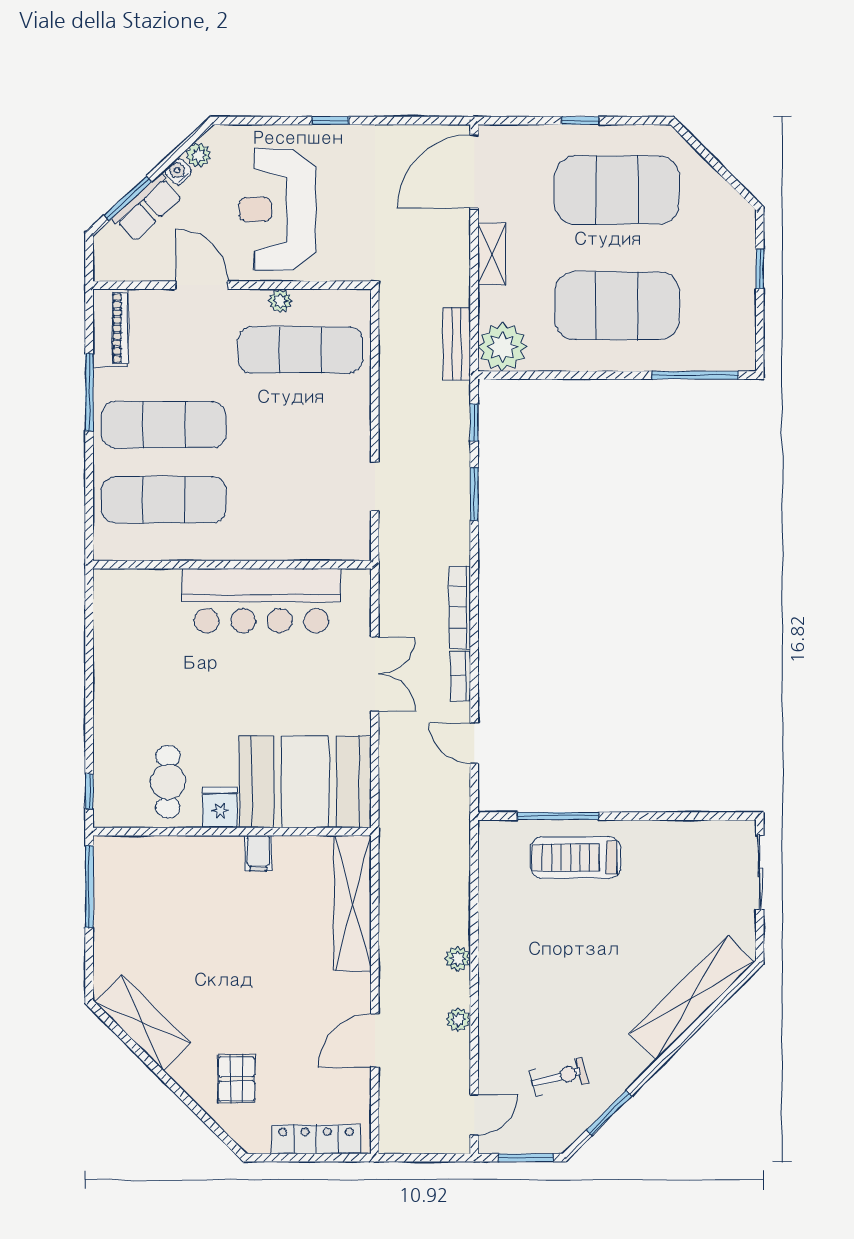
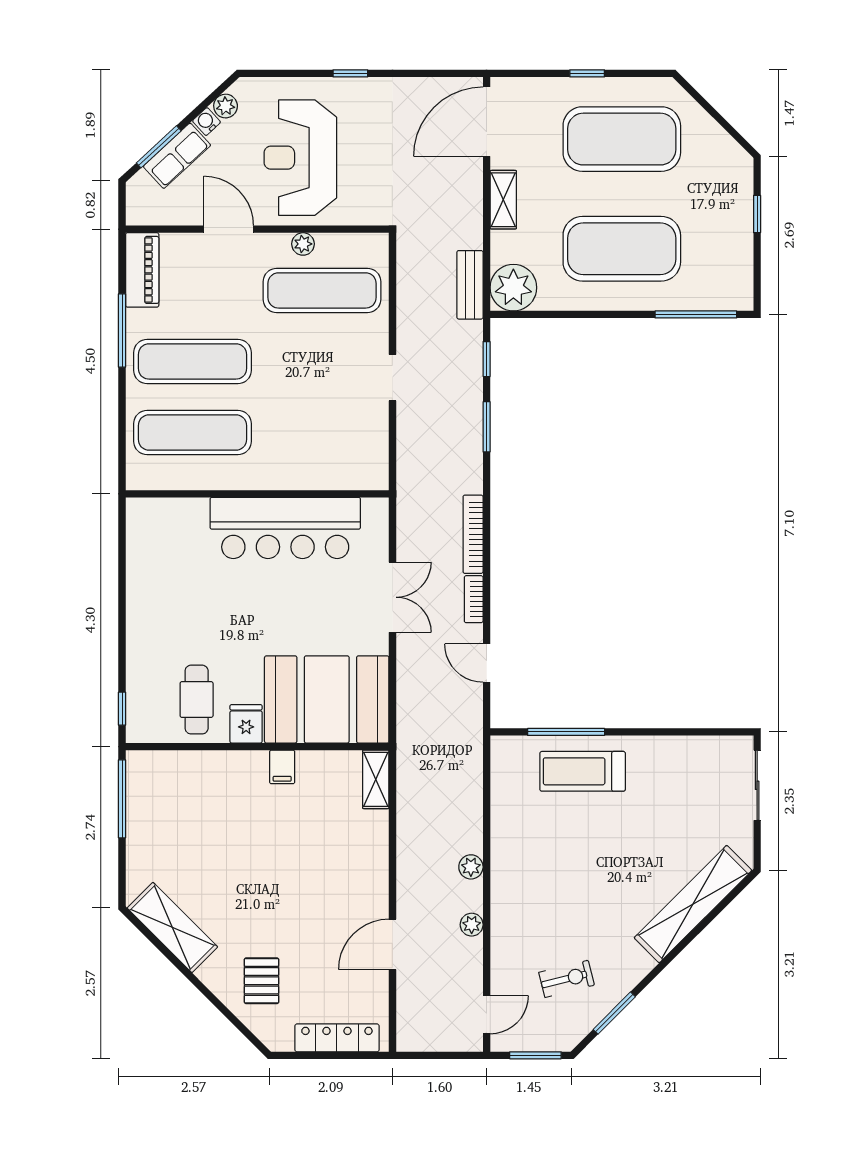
doorway: (375, 486) -> (392, 378), moved
shelving: (353, 903) -> (376, 779), width x0.45, depth x0.75

